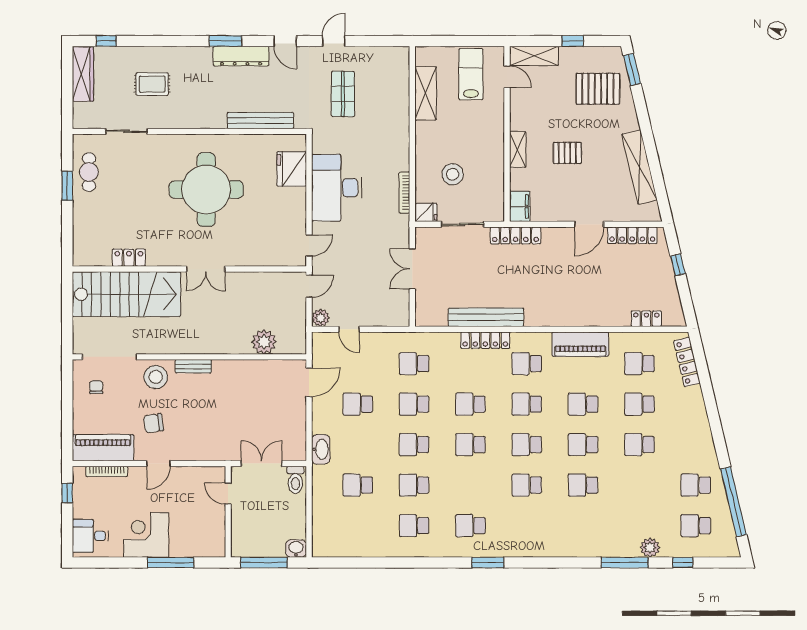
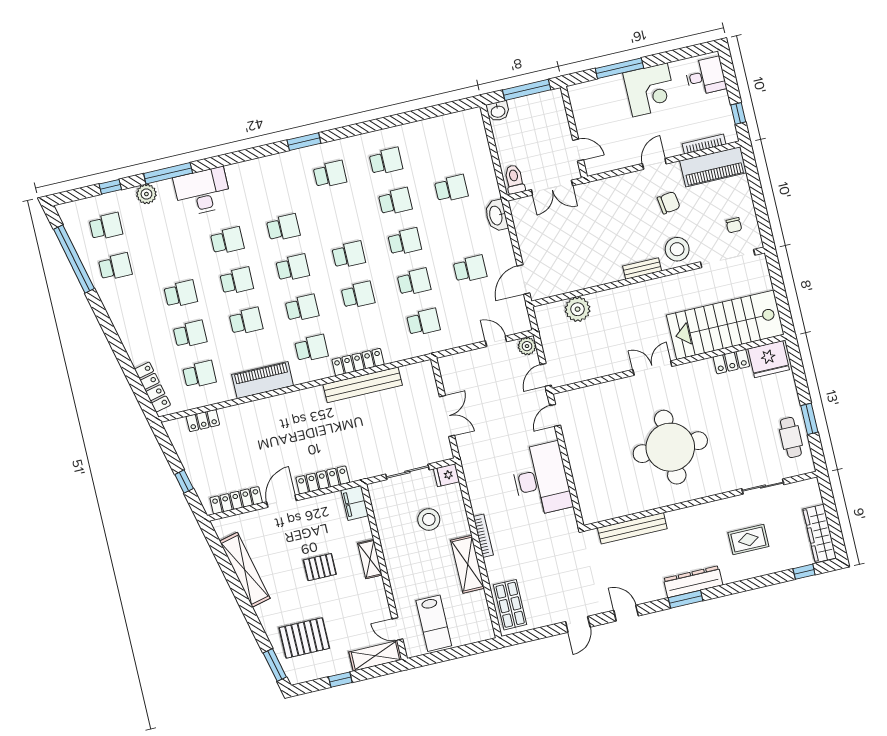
dresser: (241, 56) -> (693, 582), moved
shelving: (426, 93) -> (468, 564), moved
shop shelf: (343, 94) -> (510, 605), moved
fridge: (292, 169) -> (769, 359), moved, turned 90
bookcase: (404, 193) -> (483, 536), moved
locker: (516, 235) -> (323, 480), moved
desk: (596, 537) -> (202, 192), added

